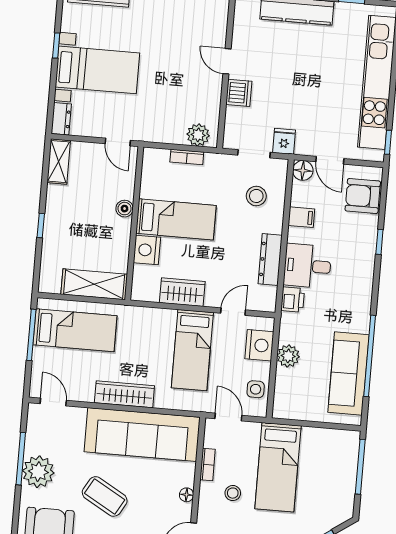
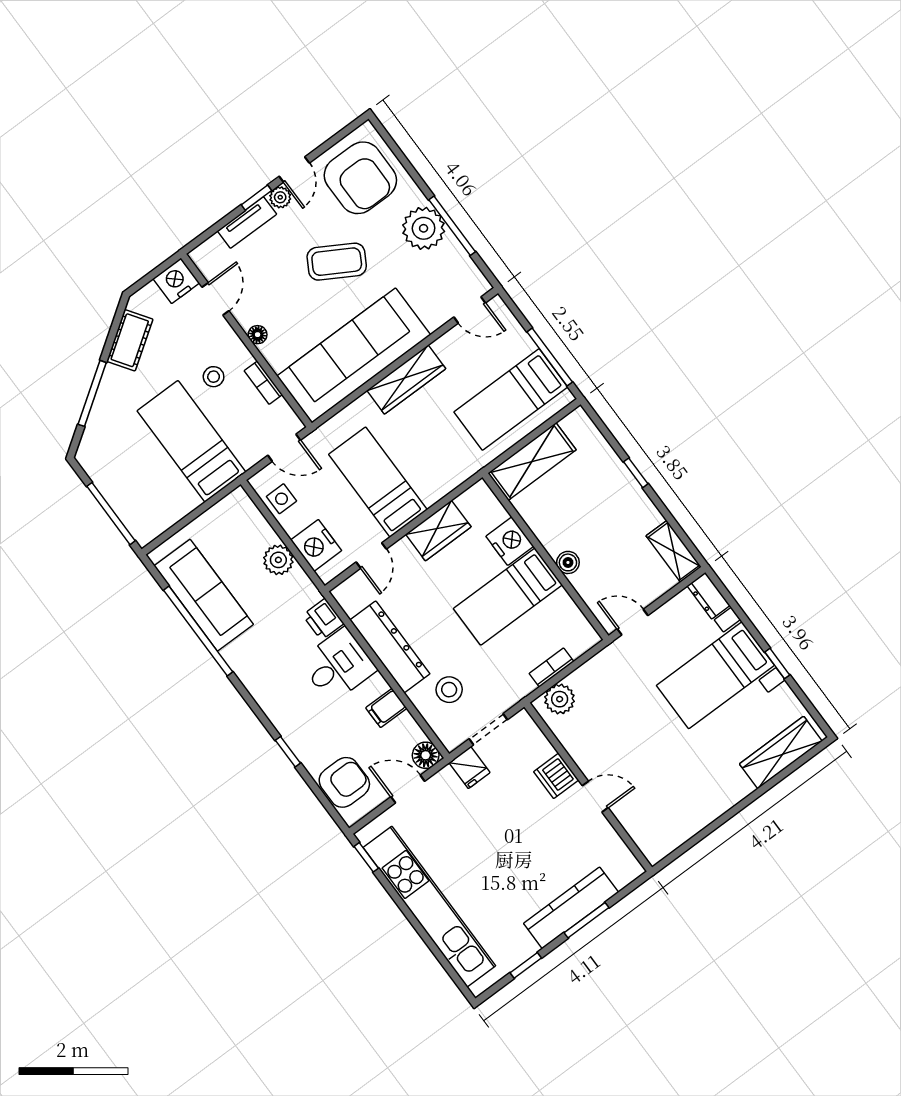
dresser: (270, 260) -> (390, 647), width x1.37, depth x1.24

